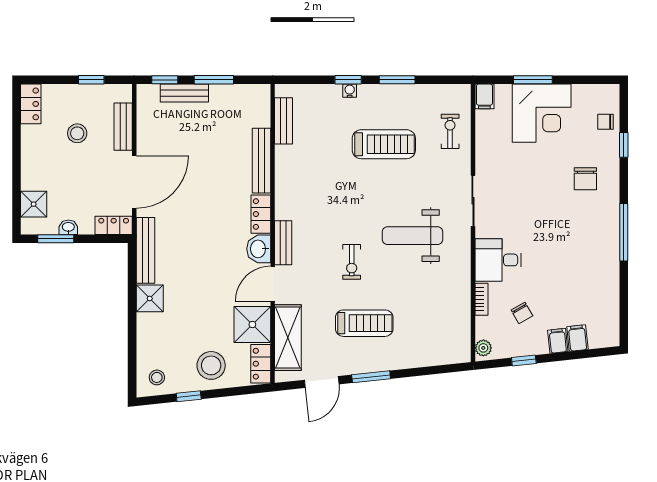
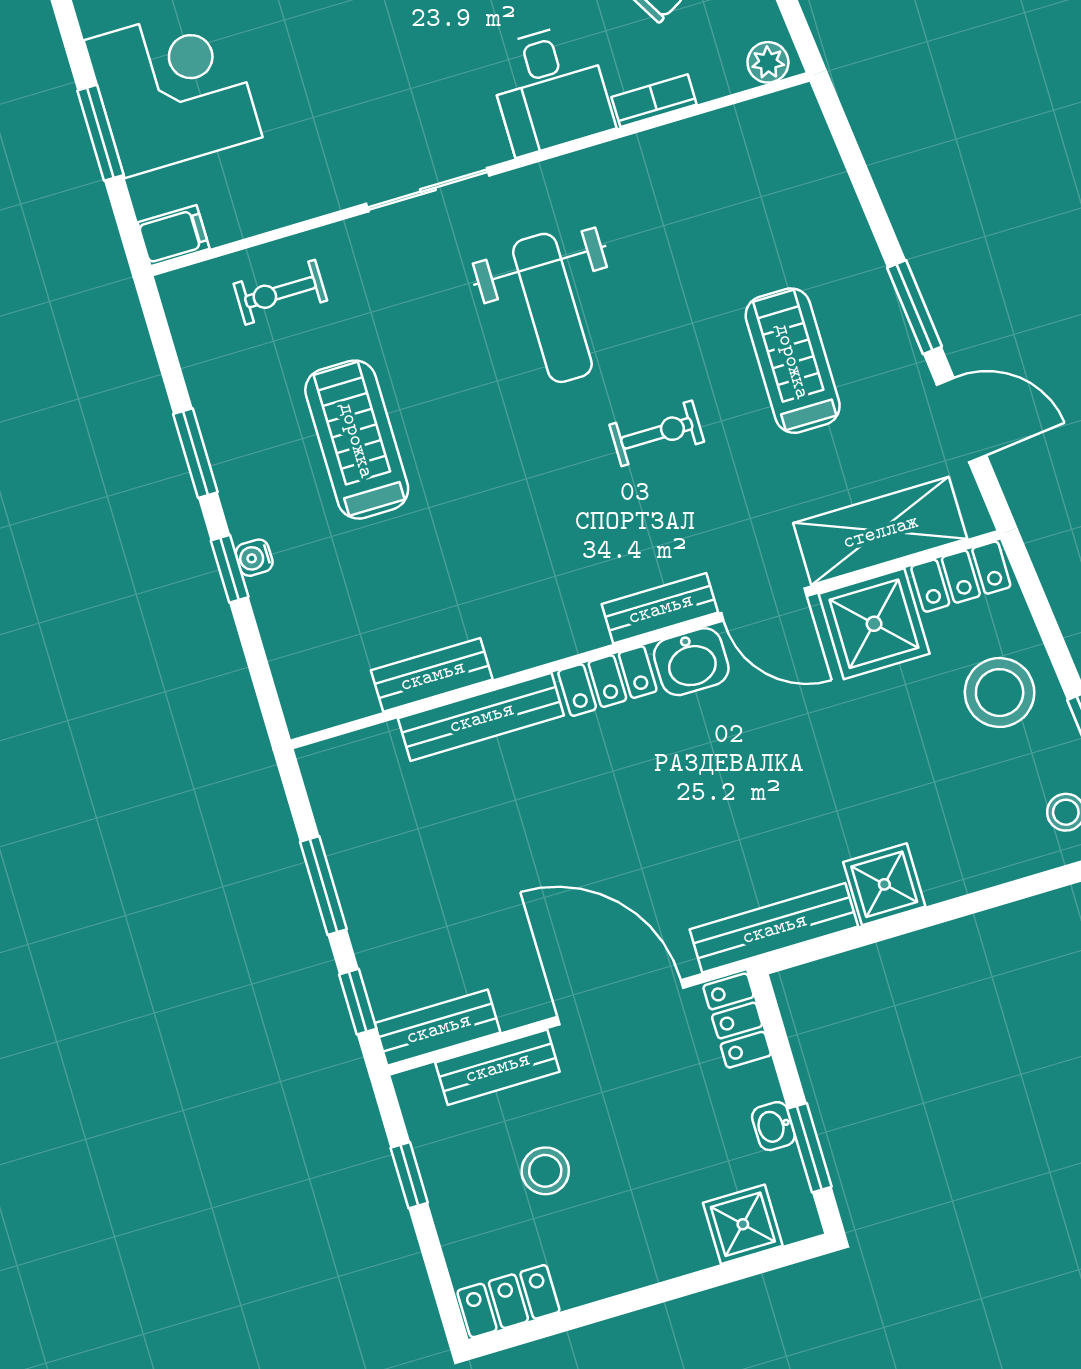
bench: (184, 93) -> (438, 1028), moved, turned 90
bench: (284, 121) -> (432, 675), moved

